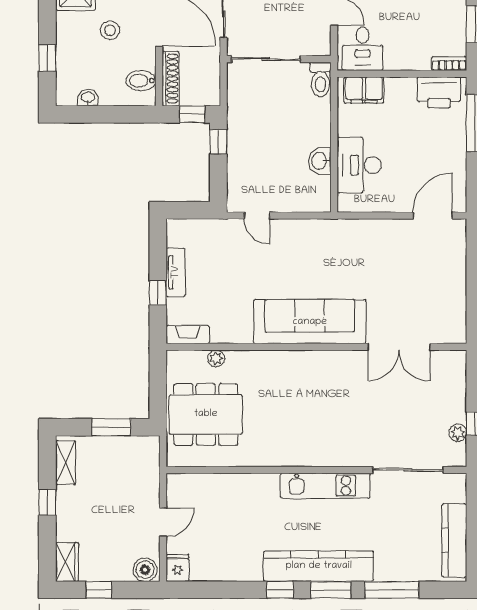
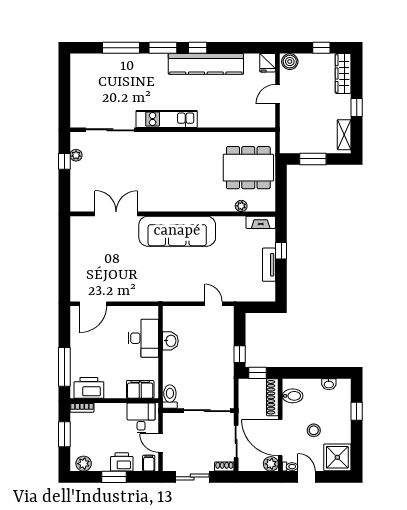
kitchen counter: (454, 540) -> (78, 82), removed
wardrobe: (67, 562) -> (343, 74), width x1.50
kitchen counter: (319, 566) -> (206, 64), moved

